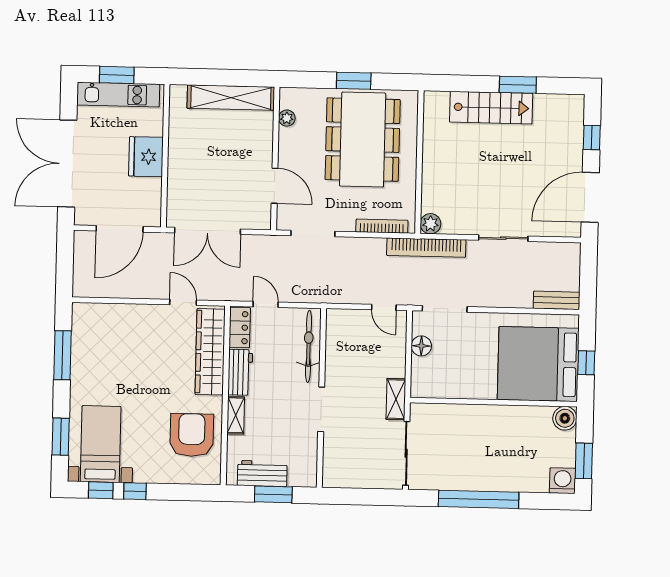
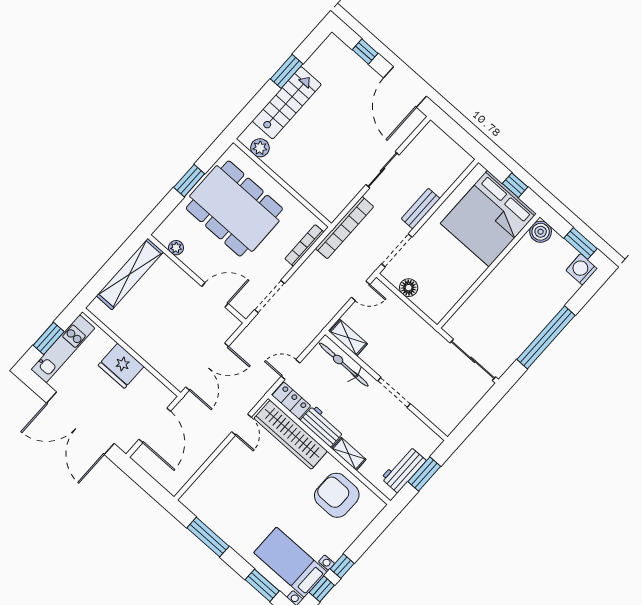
plant: (430, 224) -> (260, 148), moved
bench: (557, 300) -> (421, 209), moved
door: (183, 302) -> (242, 425), swing flipped
shelving: (396, 399) -> (348, 338), moved

